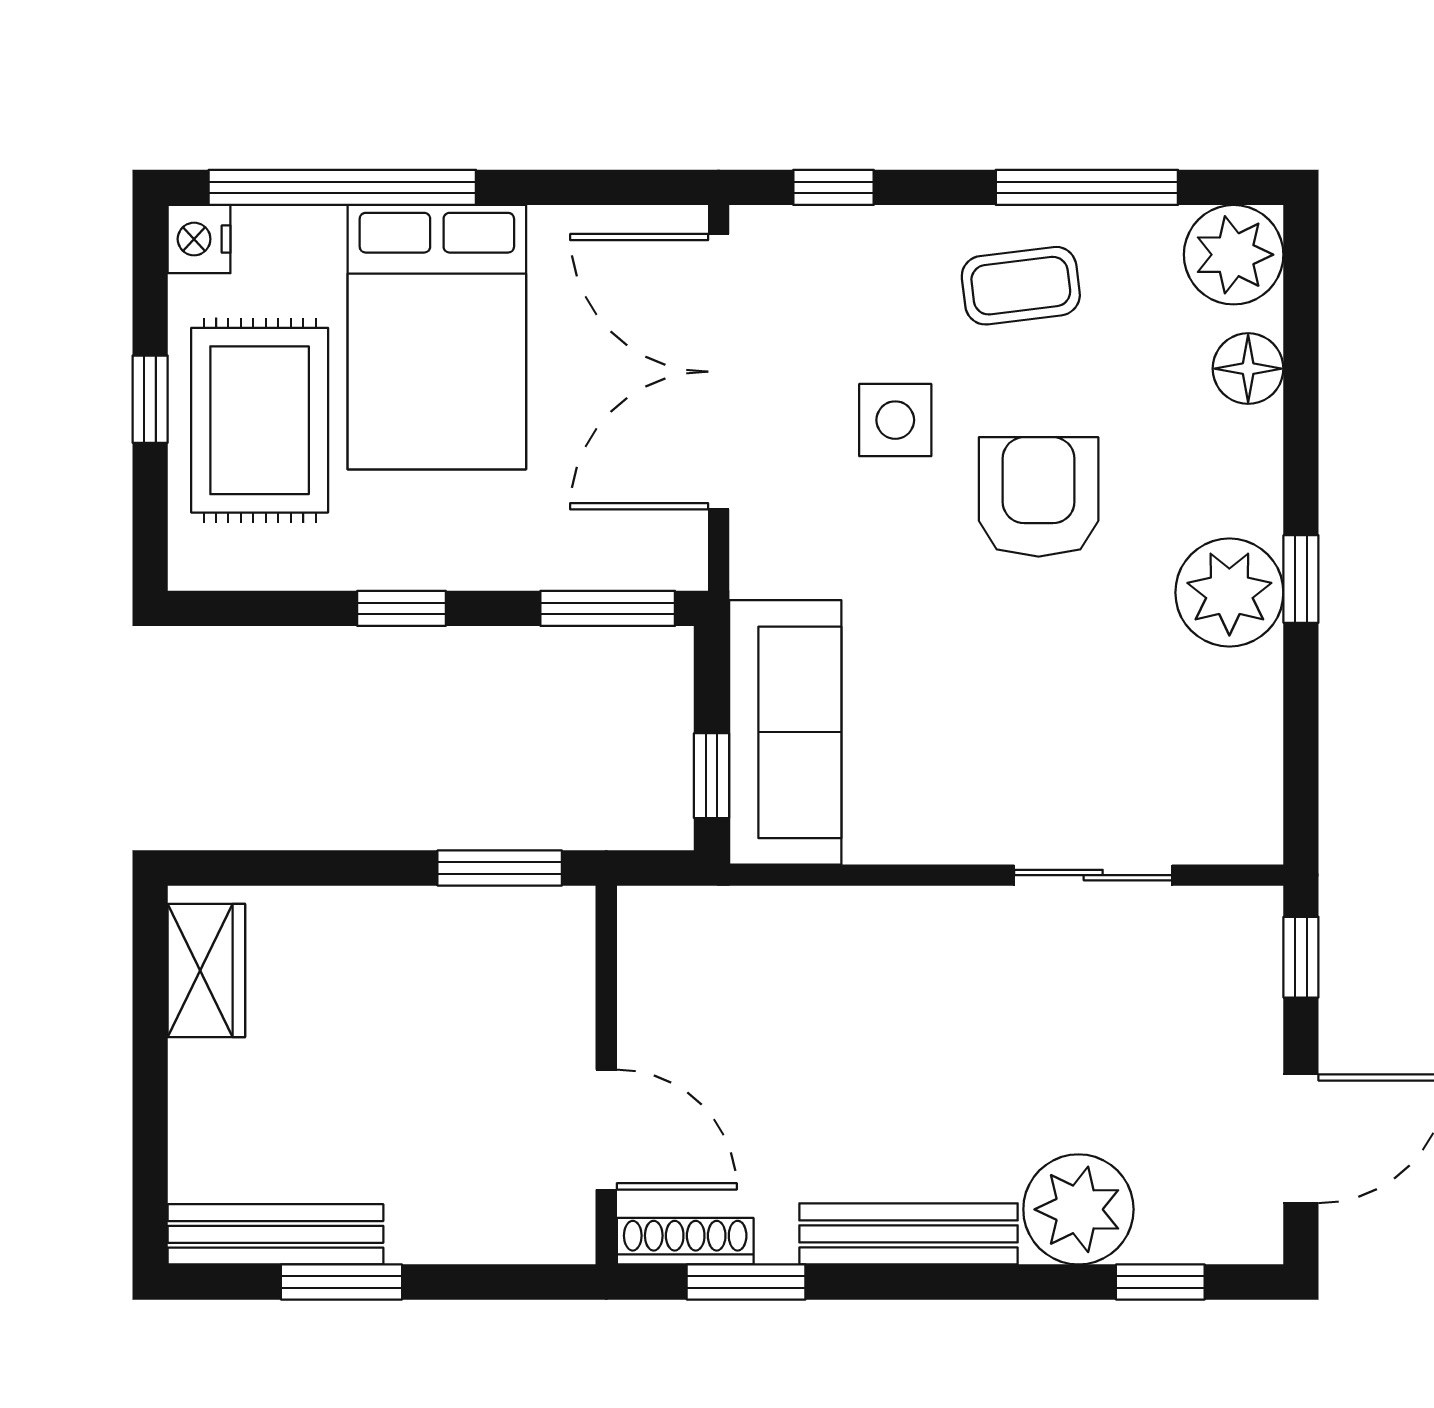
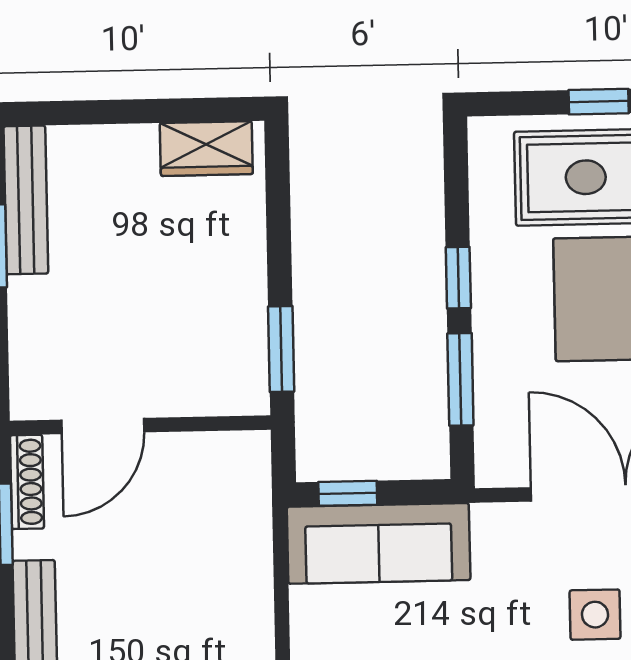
window: (608, 608) -> (460, 379), moved

